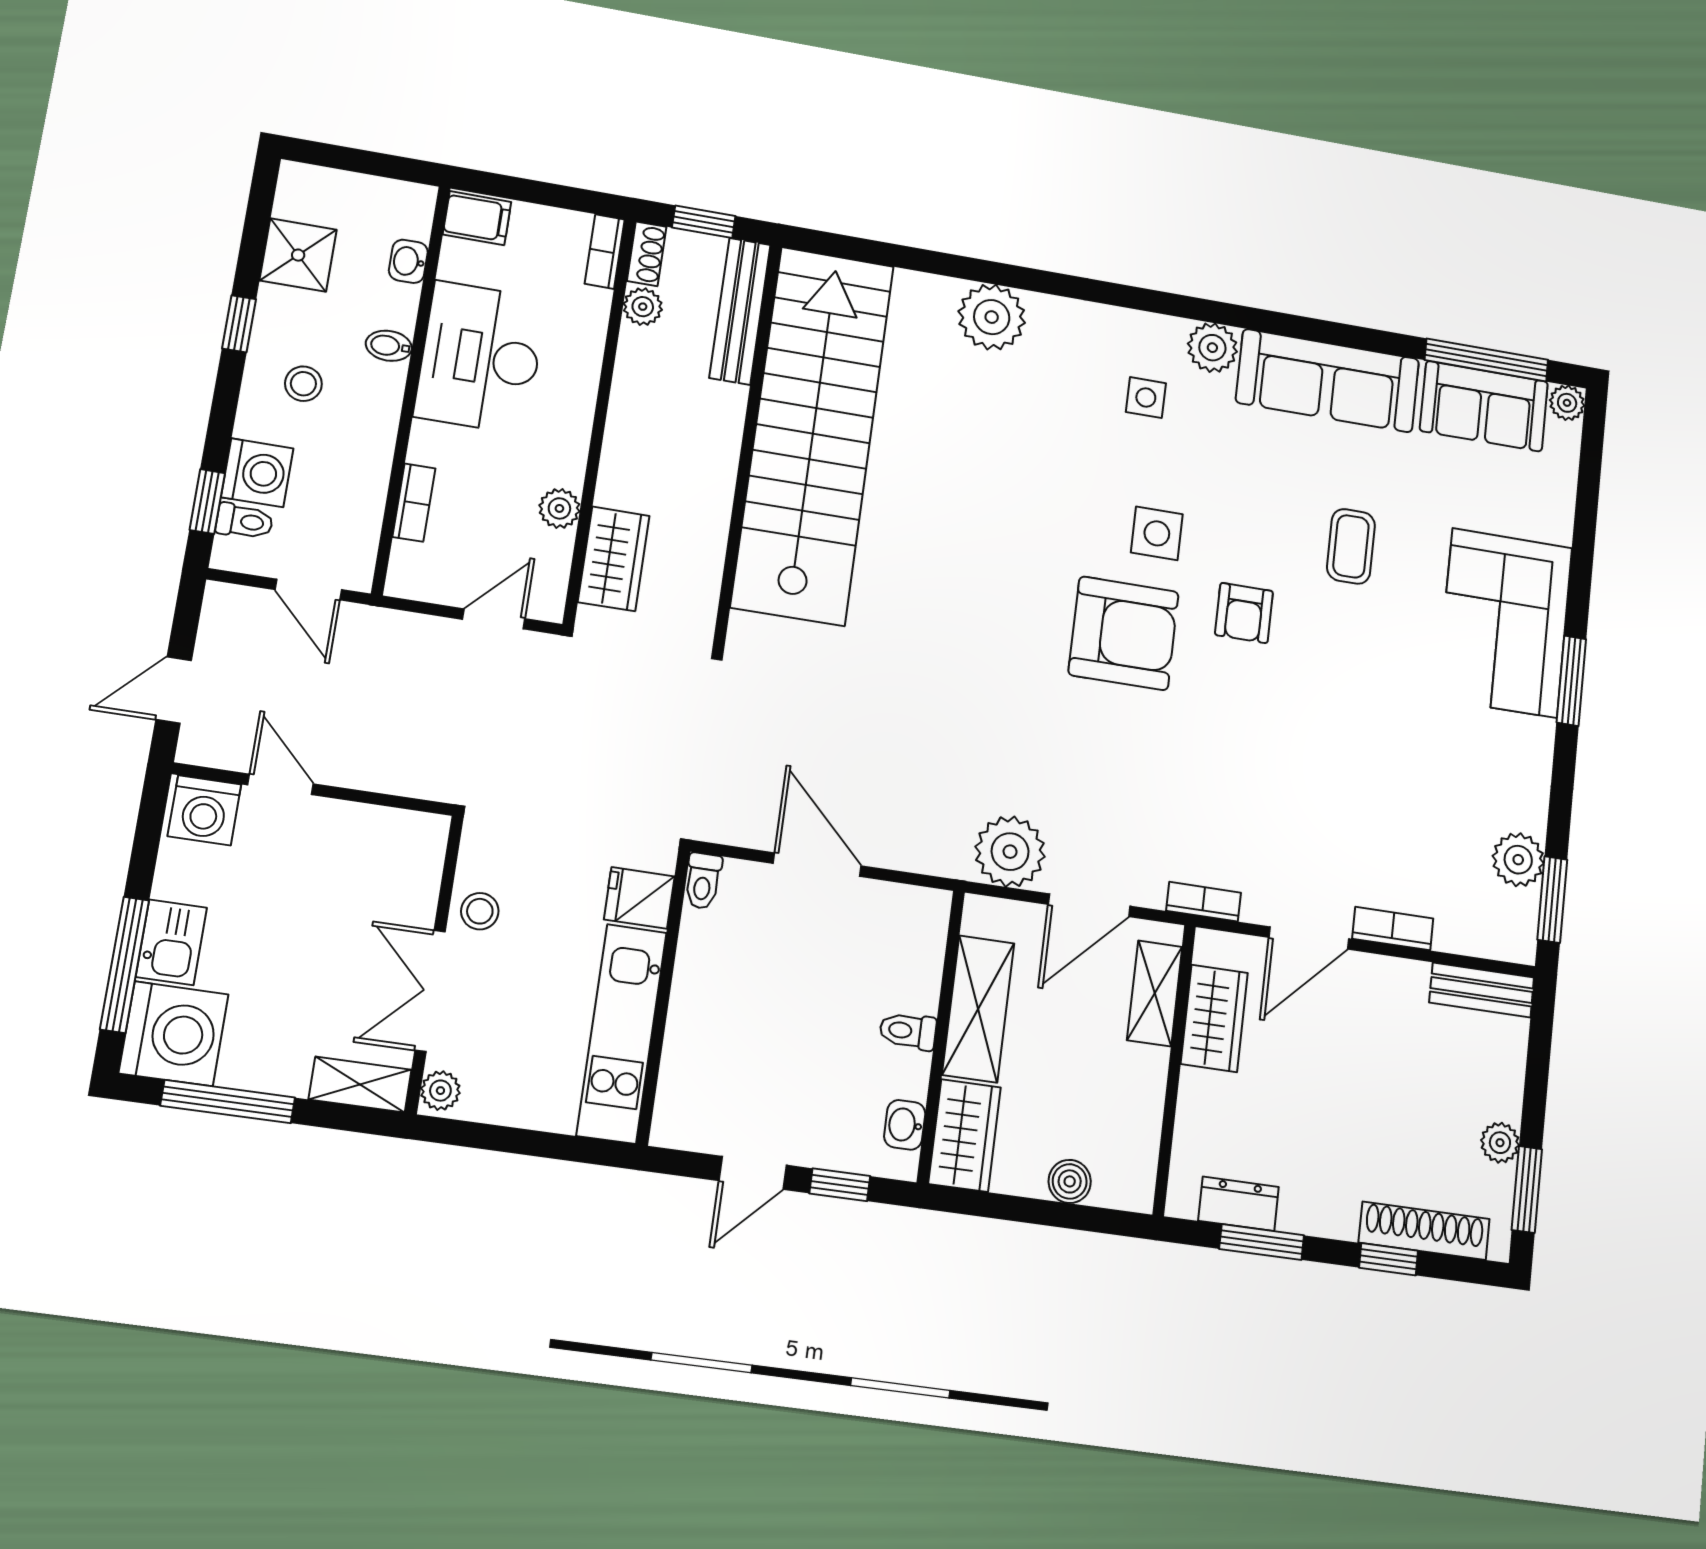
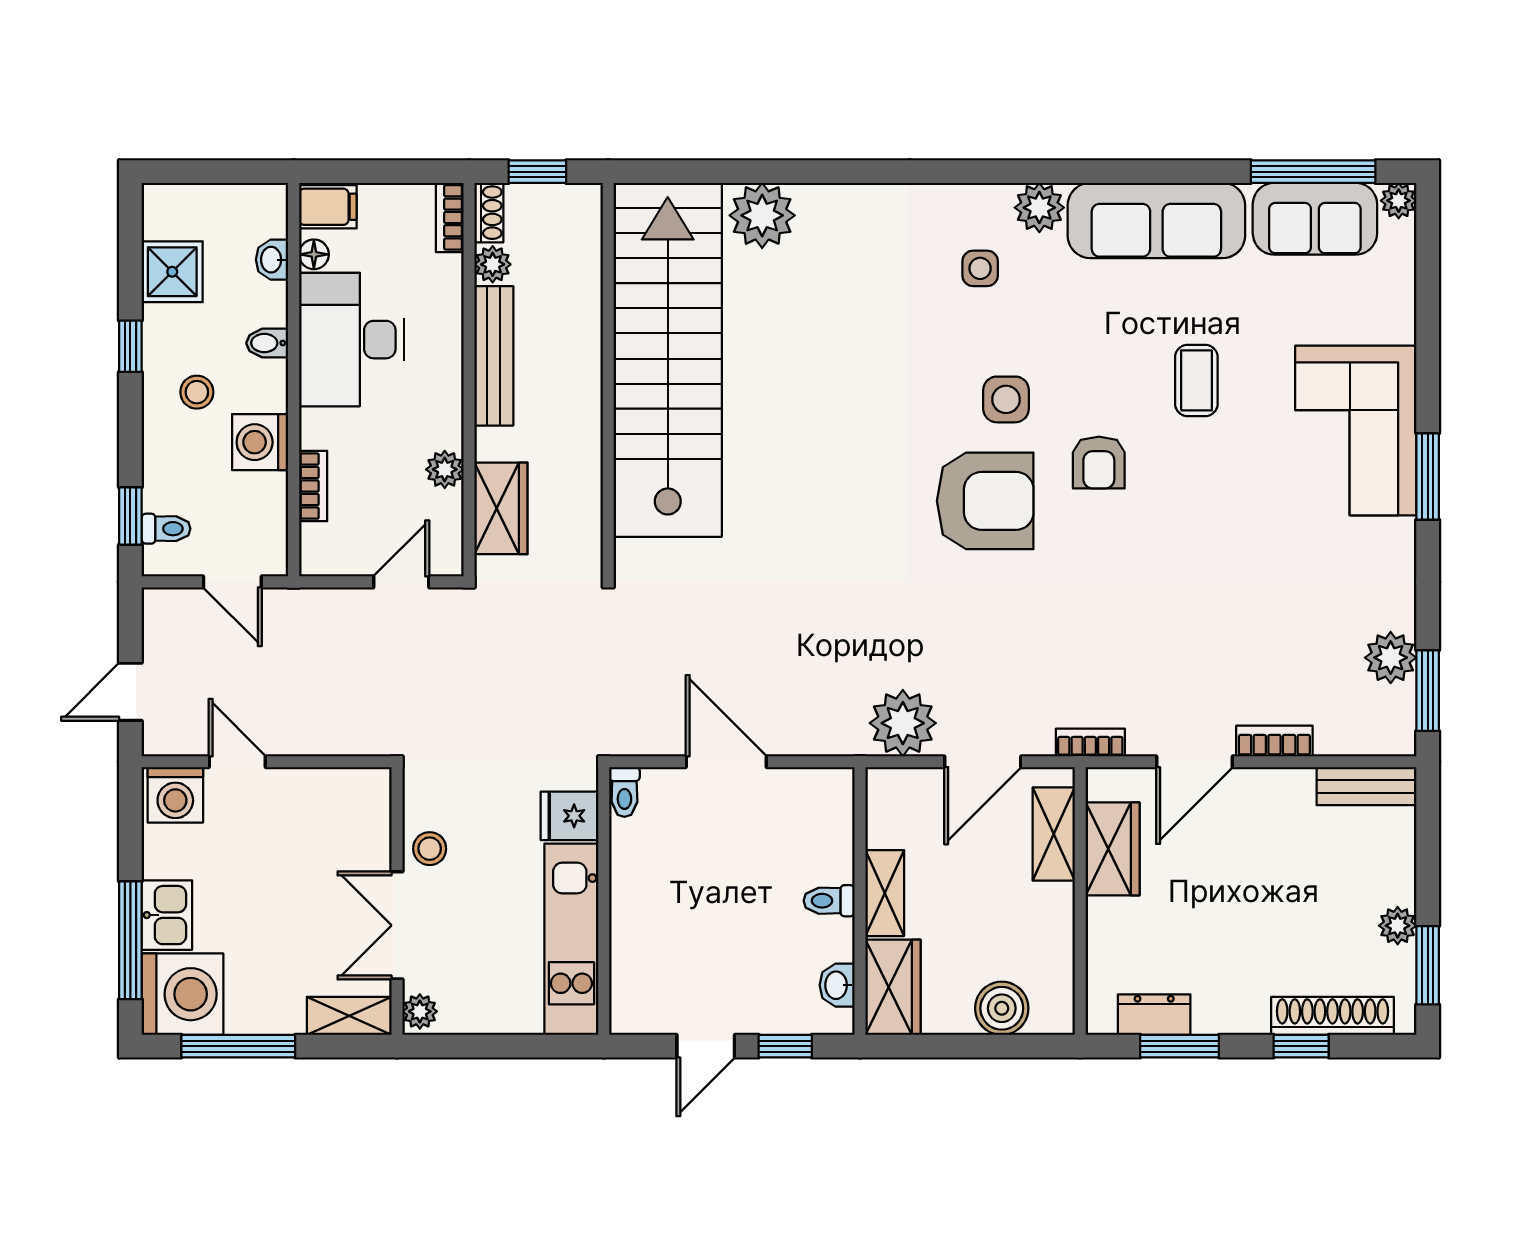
floor lamp: (454, 264) -> (314, 254), added
bench: (740, 311) -> (494, 356), moved
plant: (992, 317) -> (762, 215), moved
washing machine: (257, 473) -> (260, 442), moved, turned 180
shelving: (978, 1009) -> (885, 893), width x0.67, depth x0.75
boiler: (1070, 1181) -> (1002, 1008), width x1.36, depth x1.36

